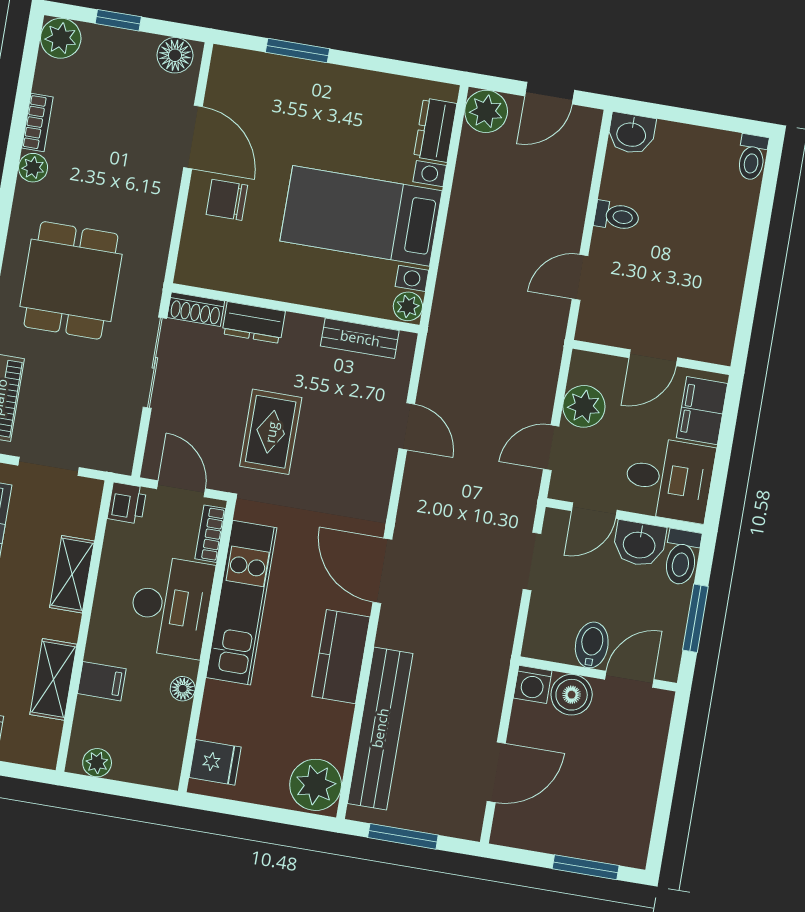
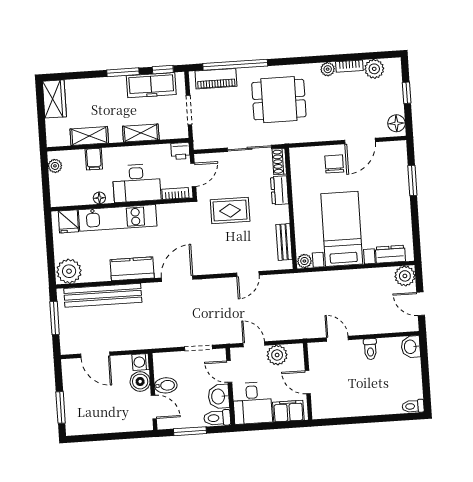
plant: (61, 38) -> (374, 69), moved
kitchen unit: (241, 603) -> (118, 218), moved

